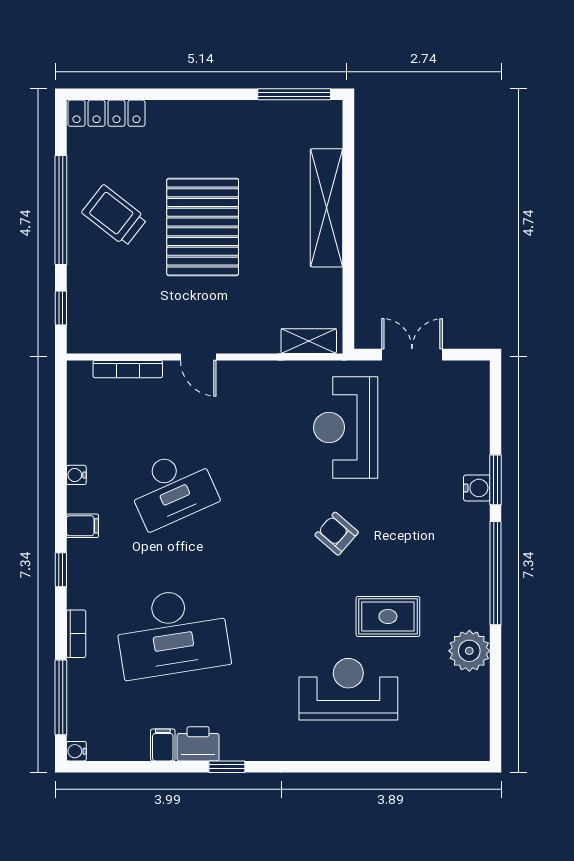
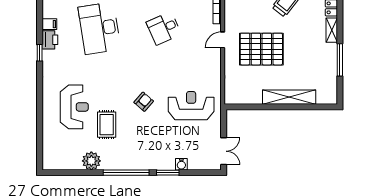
window: (294, 94) -> (340, 60), moved
pallet: (203, 227) -> (261, 49), moved
shelving: (309, 341) -> (332, 30), moved
double door: (412, 355) -> (224, 151), moved
water cooler: (477, 488) -> (181, 164), moved
desk: (172, 489) -> (164, 28), width x0.73

